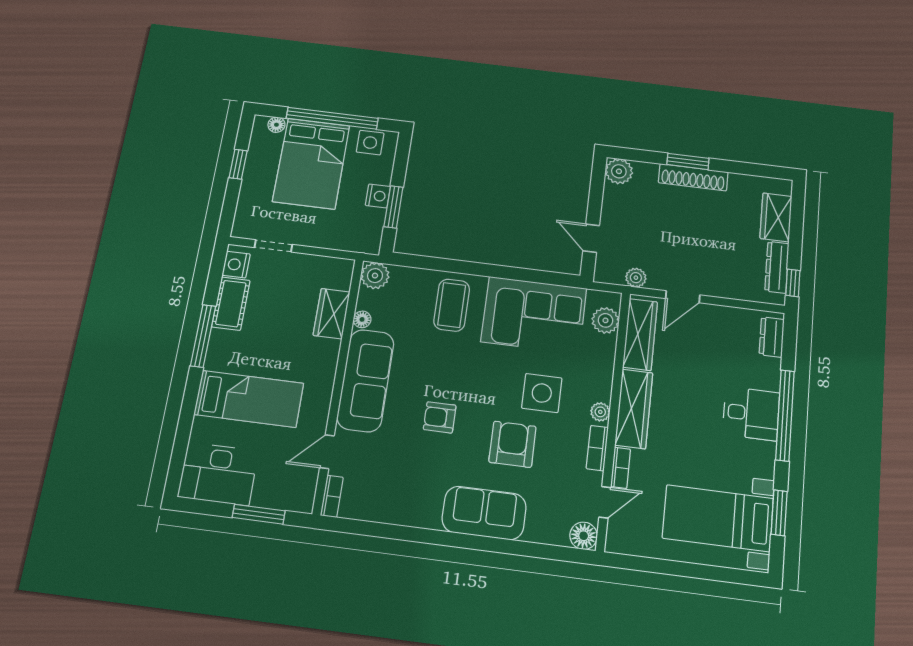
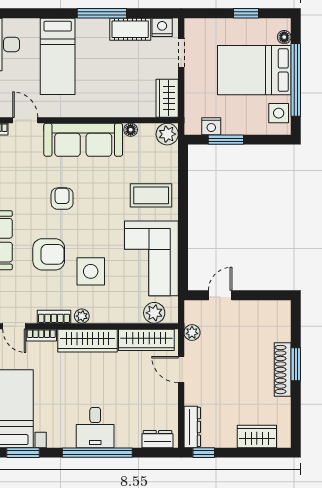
plant: (619, 171) -> (280, 311), removed
nightstand: (378, 196) -> (211, 126), moved
dresser: (777, 267) -> (192, 427), moved, turned 90
wardrobe: (332, 314) -> (167, 98), moved, turned -90

